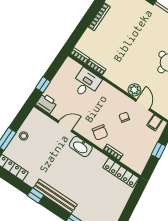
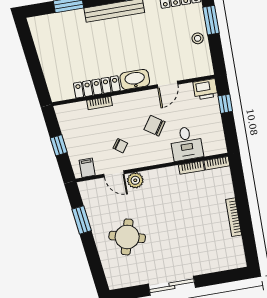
chair: (100, 132) -> (155, 126), moved
locker: (121, 173) -> (97, 87), moved

